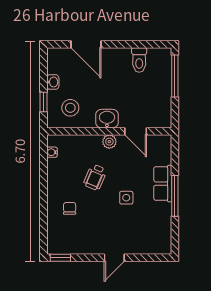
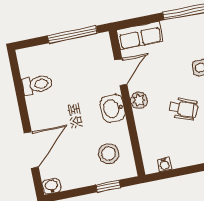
window: (175, 76) -> (72, 34), moved
washbasin: (53, 82) -> (51, 186), moved
row of seats: (163, 184) -> (140, 36), moved

